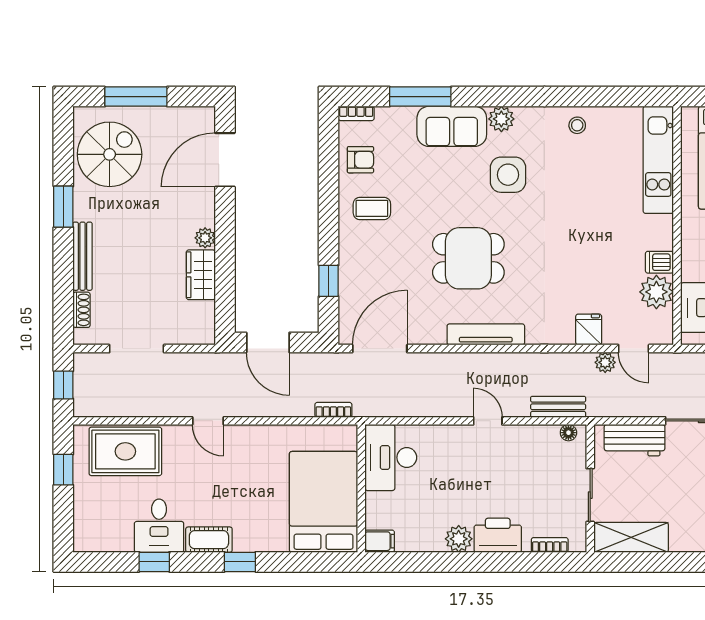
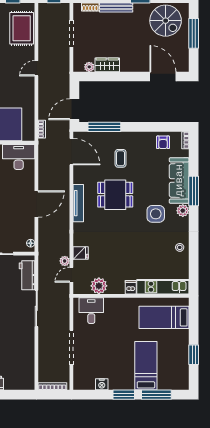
window: (420, 97) -> (194, 191), moved
sofa: (452, 126) -> (179, 180), width x1.36
coffee table: (372, 208) -> (121, 158), moved
plant: (205, 238) -> (89, 67), moved
dining table: (468, 258) -> (115, 195), turned 90
dishwasher: (659, 262) -> (131, 287), moved
window: (329, 281) -> (104, 127), width x2.17
door: (268, 343) -> (74, 109), moved
bench: (558, 407) -> (43, 238), removed
door: (488, 421) -> (36, 204), width x1.87

